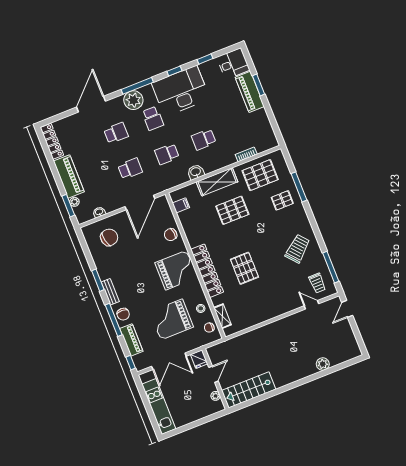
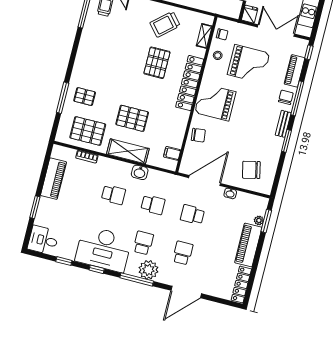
piano: (250, 92) -> (53, 179), moved
school desk: (116, 133) -> (183, 253), turned 90
washbasin: (99, 212) -> (230, 193), moved
trolley: (298, 249) -> (165, 24), moved

